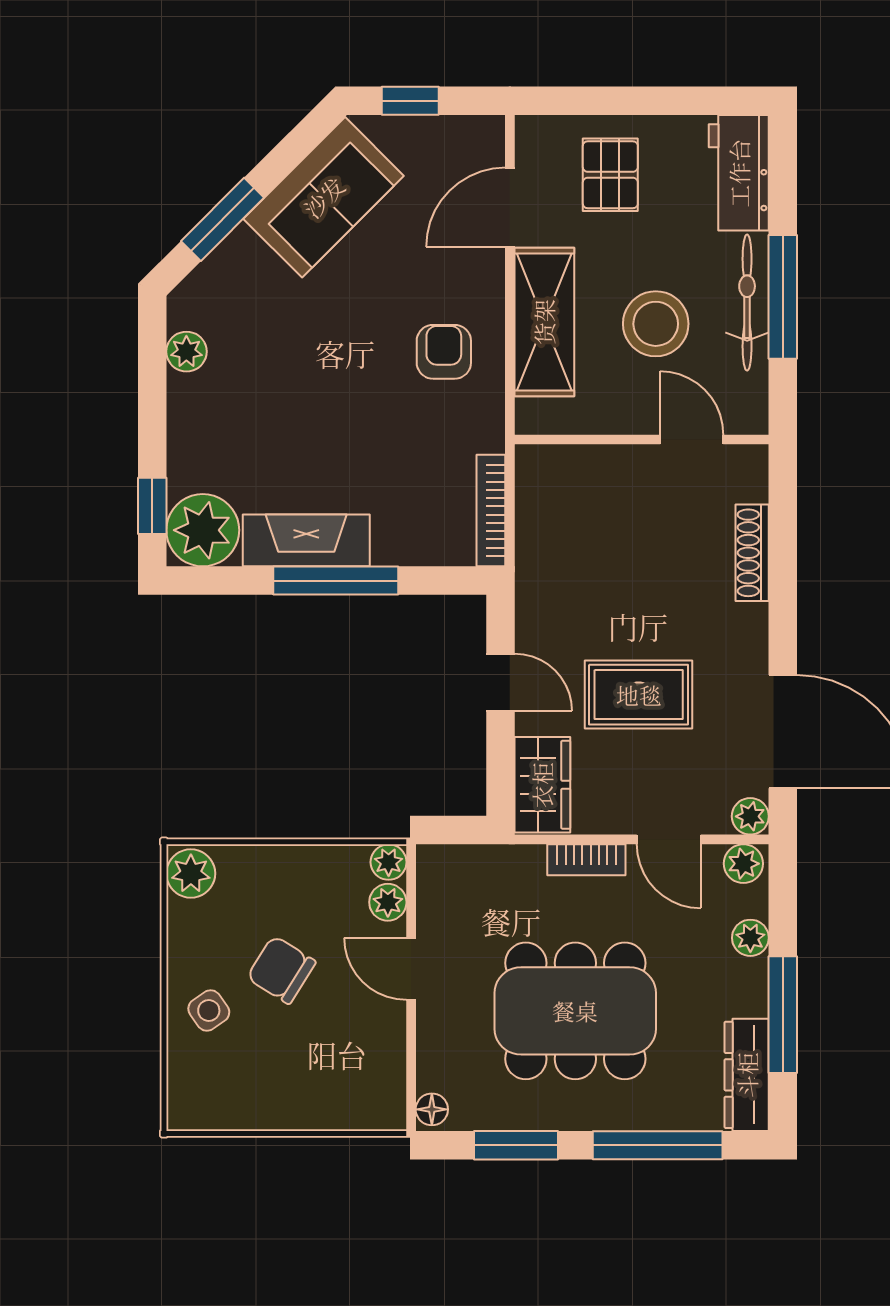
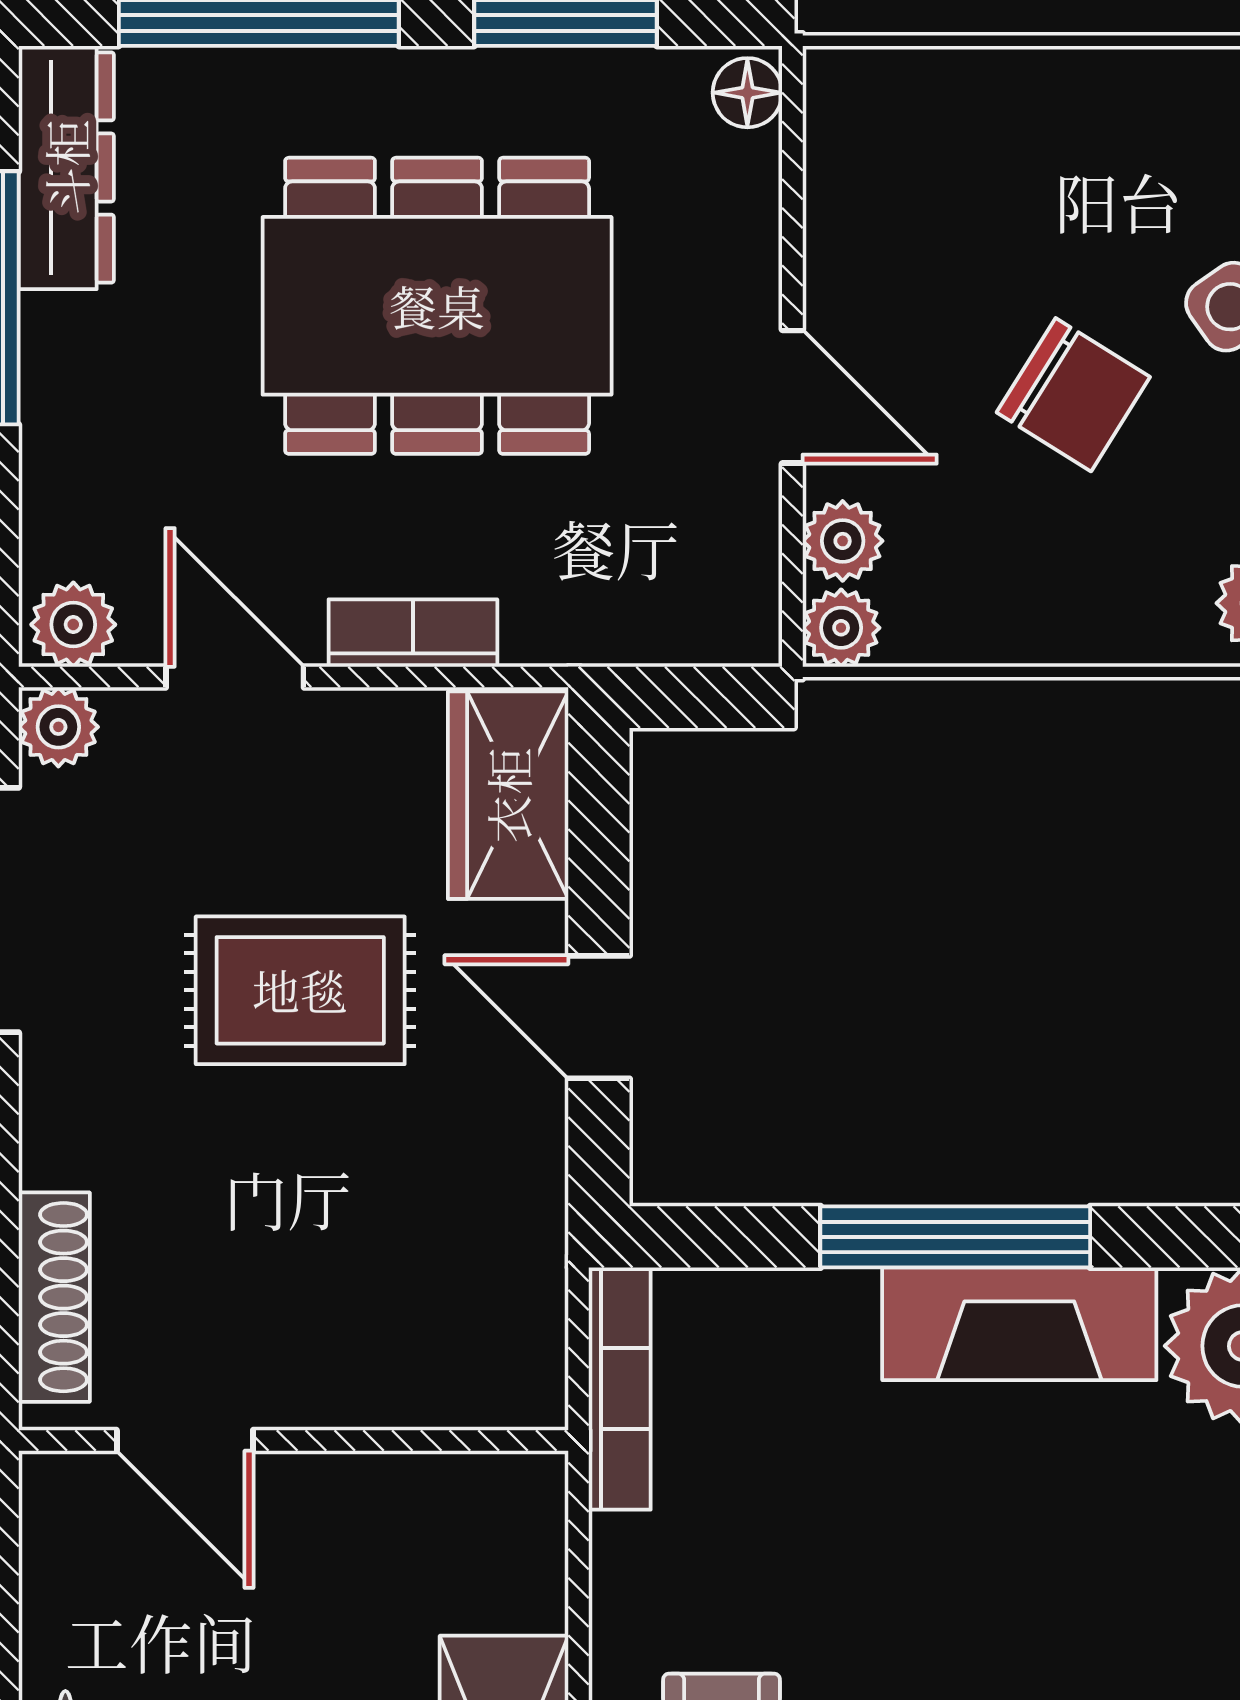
wall: (642, 439) -> (293, 1440), moved
door: (692, 439) -> (185, 1440), moved
plant: (750, 938) -> (58, 464), removed

